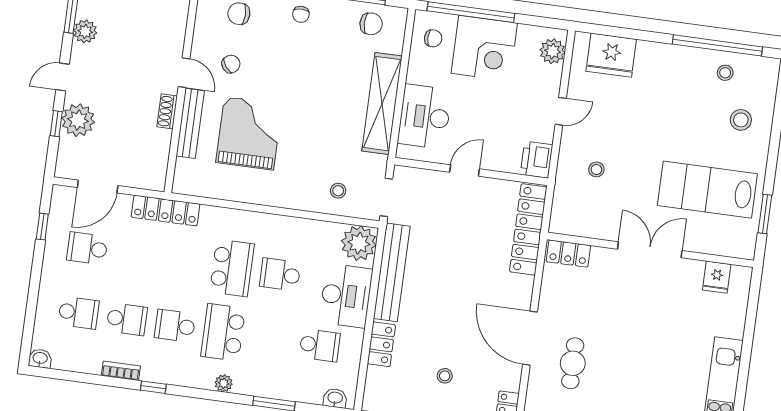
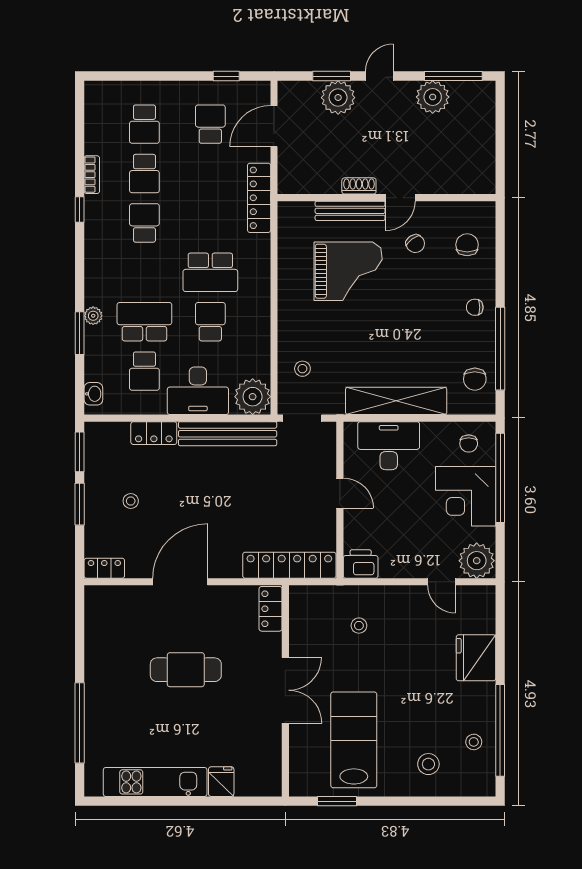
plant: (85, 31) -> (433, 97), width x1.36, depth x1.36
plant: (553, 51) -> (477, 561), width x1.36, depth x1.36
fridge: (611, 55) -> (476, 658), moved
door: (63, 77) -> (379, 76), hinge flipped
door: (561, 111) -> (441, 582), moved
window: (56, 124) -> (332, 76), width x1.50
door: (98, 186) -> (274, 126), hinge flipped
fridge: (717, 277) -> (221, 782), moved, turned 90
school desk: (223, 332) -> (144, 322), moved
washbasin: (40, 358) -> (93, 92), removed
cafe table: (573, 363) -> (186, 670), moved, width x1.37, depth x1.35
plant: (224, 383) -> (93, 316), moved

